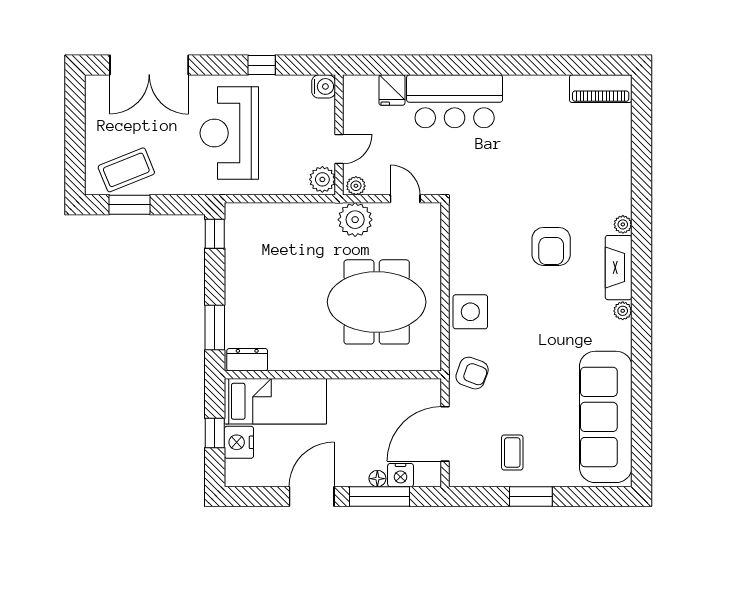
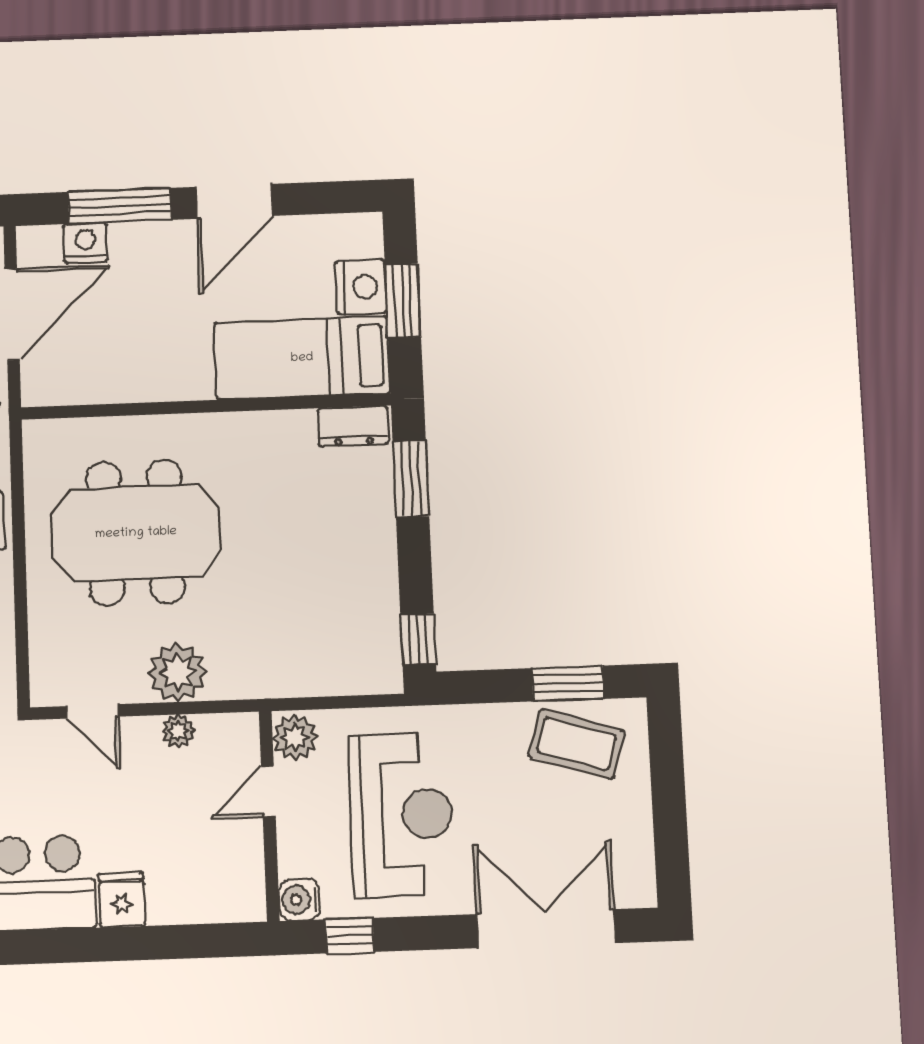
water cooler: (324, 86) -> (299, 900), moved
wall: (339, 135) -> (269, 816), moved
door: (339, 149) -> (268, 792), moved
coffee table: (126, 170) -> (577, 744), turned 39
plant: (322, 179) -> (295, 738), moved
window: (215, 433) -> (403, 301), width x1.50
floor lamp: (377, 479) -> (124, 236), removed

